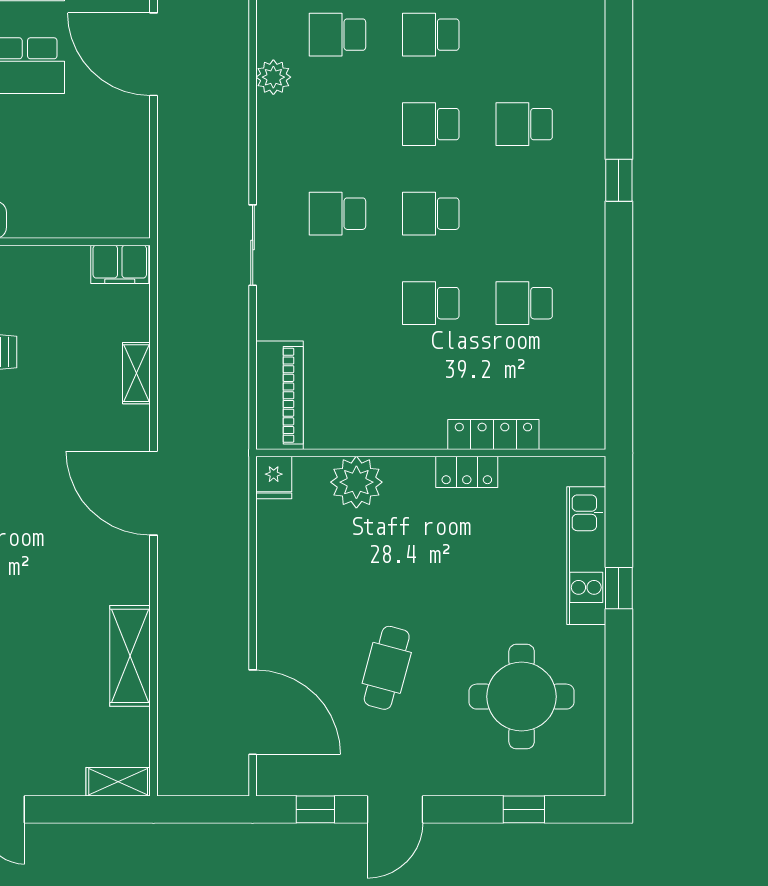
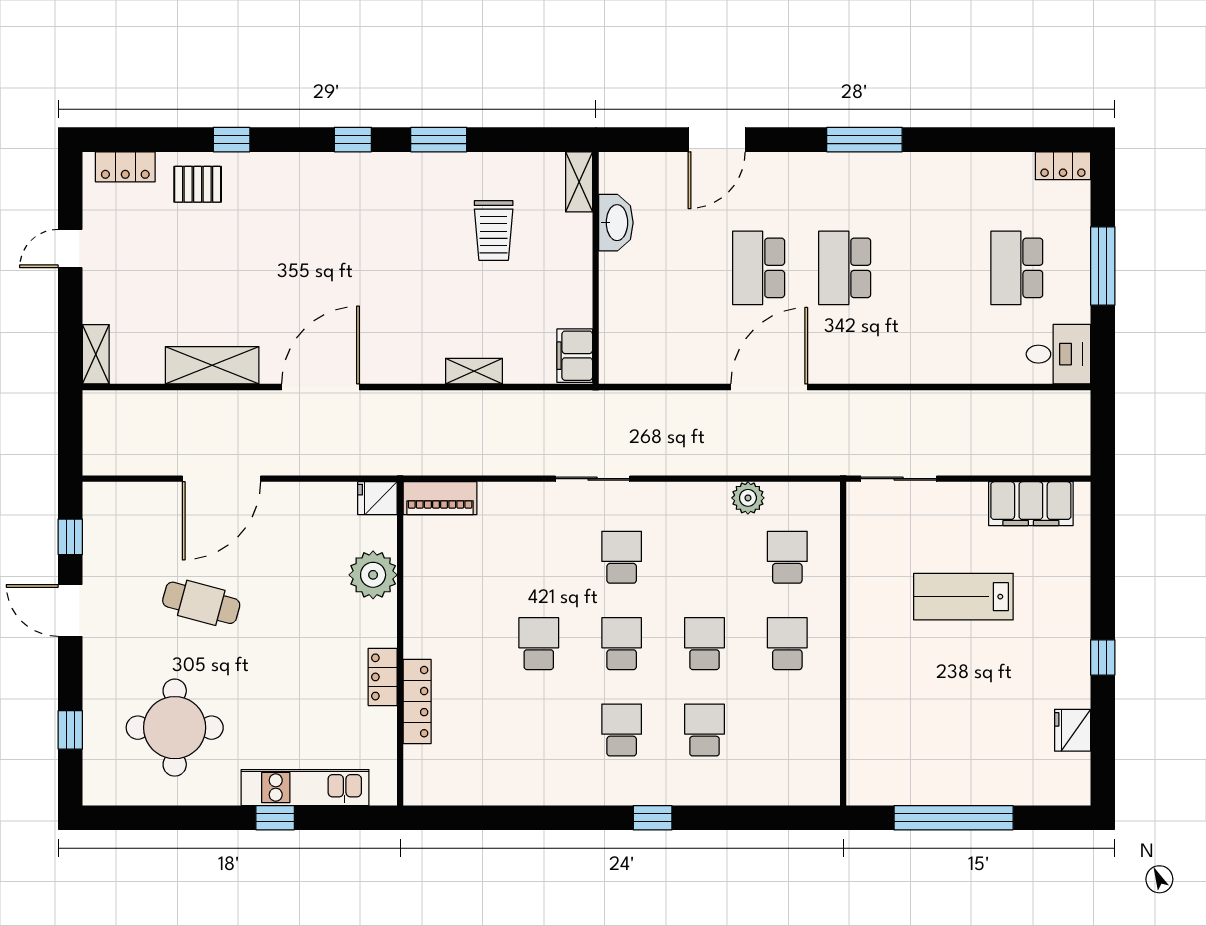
school desk: (524, 303) -> (622, 730), moved
piano: (279, 395) -> (440, 498), width x0.73, depth x0.75
door: (154, 493) -> (321, 387), moved
door: (253, 712) -> (221, 479), moved

